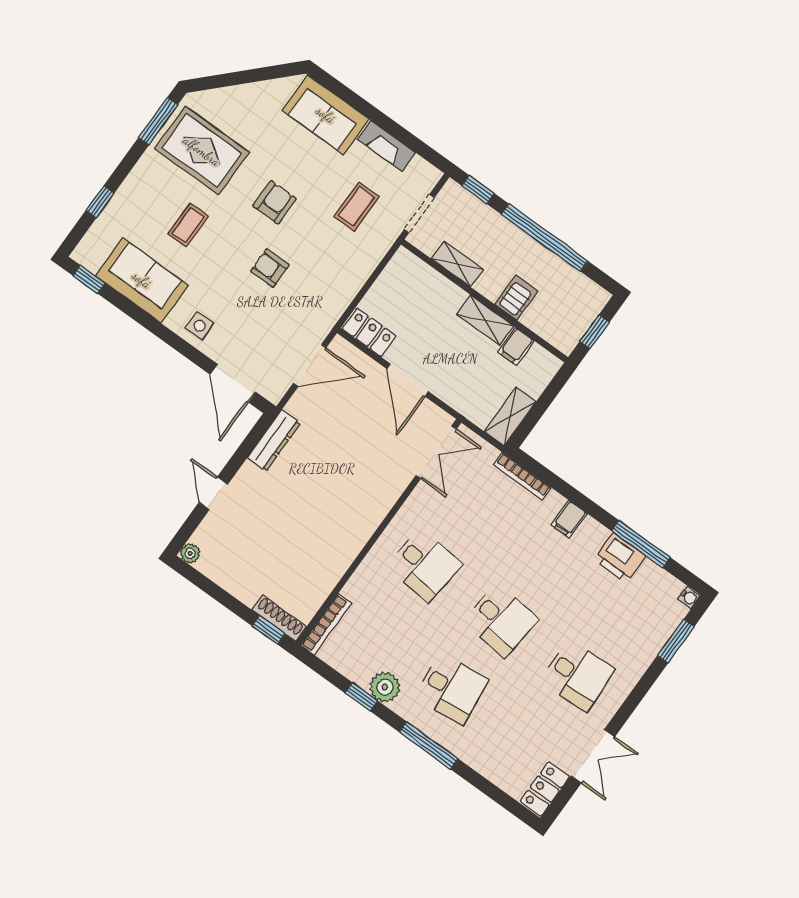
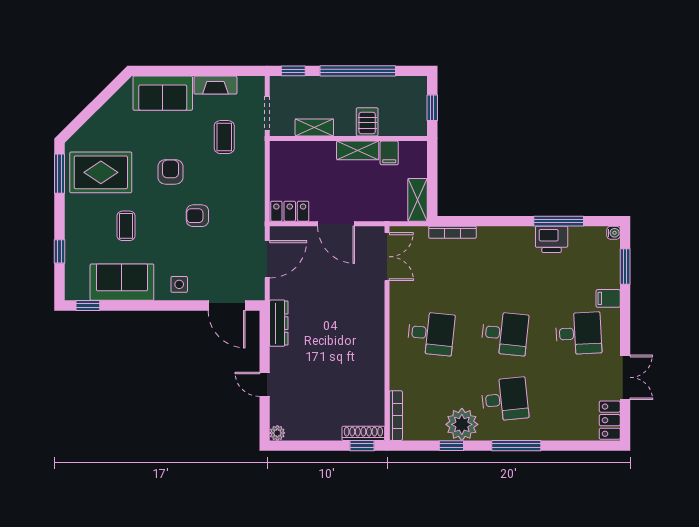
filing cabinet: (569, 519) -> (608, 298), moved, turned 90
plant: (385, 687) -> (462, 424), width x1.36, depth x1.36

